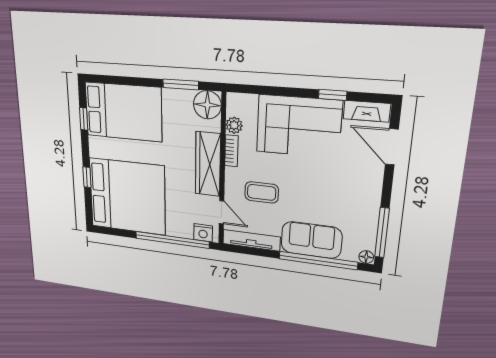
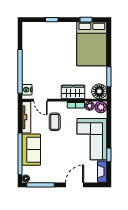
plant: (237, 104) -> (101, 107), added
door: (392, 147) -> (75, 185), moved
wardrobe: (208, 164) -> (73, 92), width x0.67
bed: (127, 197) -> (43, 44), removed
door: (221, 212) -> (41, 100), hinge flipped

